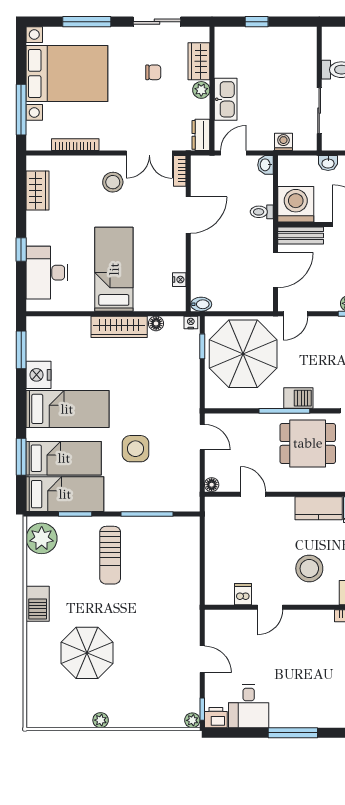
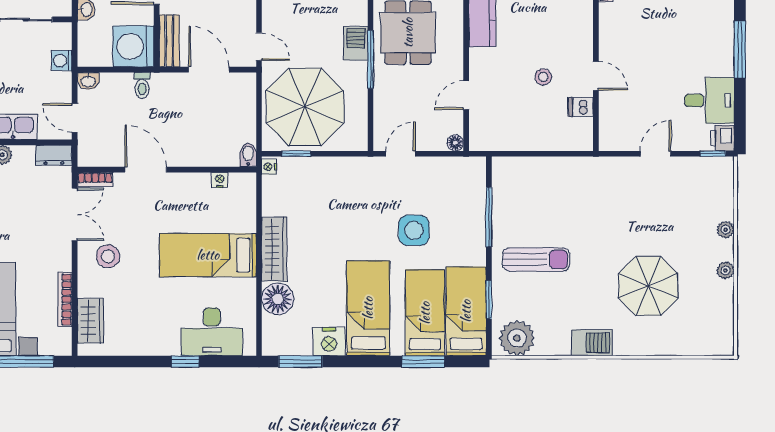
wardrobe: (37, 191) -> (90, 321), moved, turned 90
floor lamp: (156, 323) -> (278, 299), moved, width x1.89, depth x1.89
stool: (309, 568) -> (543, 77), moved, width x0.53, depth x0.53
plant: (192, 720) -> (726, 230), moved

